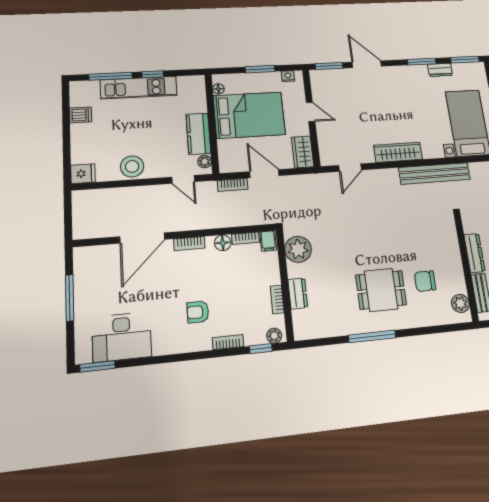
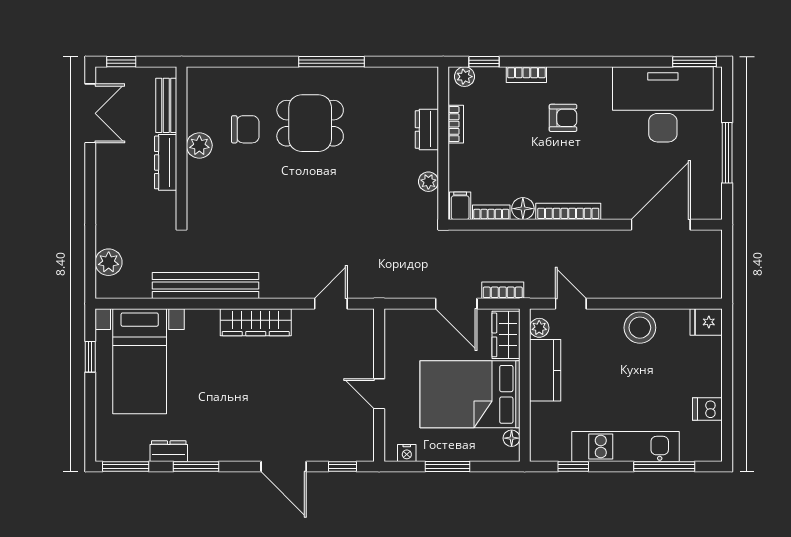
window: (329, 66) -> (342, 467), width x0.67
window: (153, 74) -> (573, 467), moved
wardrobe: (303, 152) -> (506, 335), moved, turned 180
door: (142, 238) -> (661, 225), moved
bookcase: (189, 244) -> (568, 211), width x1.56
plant: (298, 249) -> (428, 182), width x0.53, depth x0.53
plant: (460, 303) -> (199, 145), moved
desk: (122, 337) -> (663, 104), width x1.36, depth x1.30

